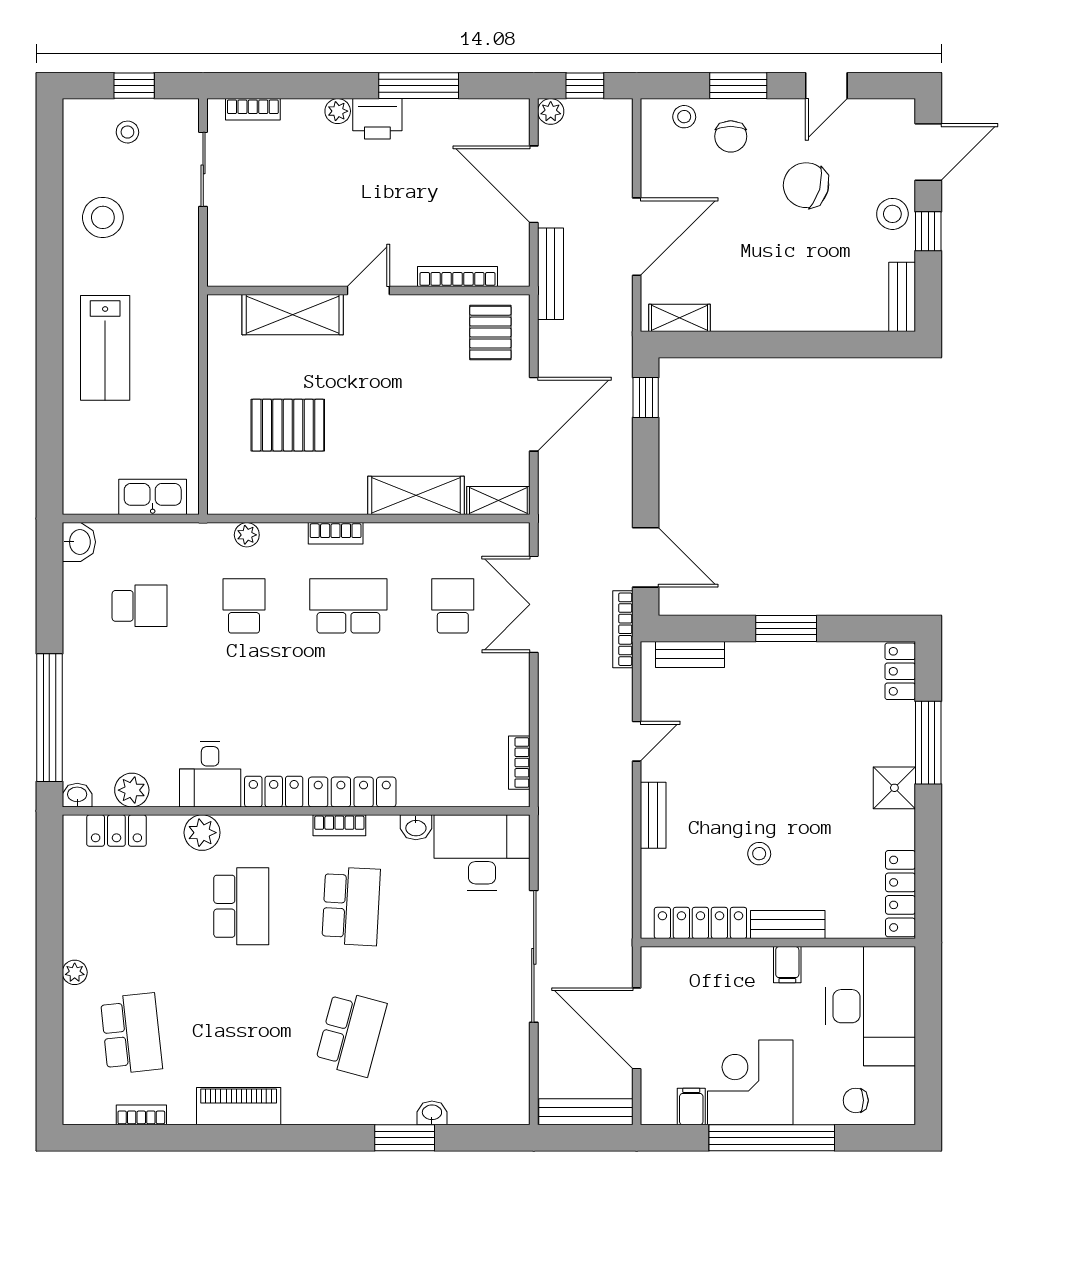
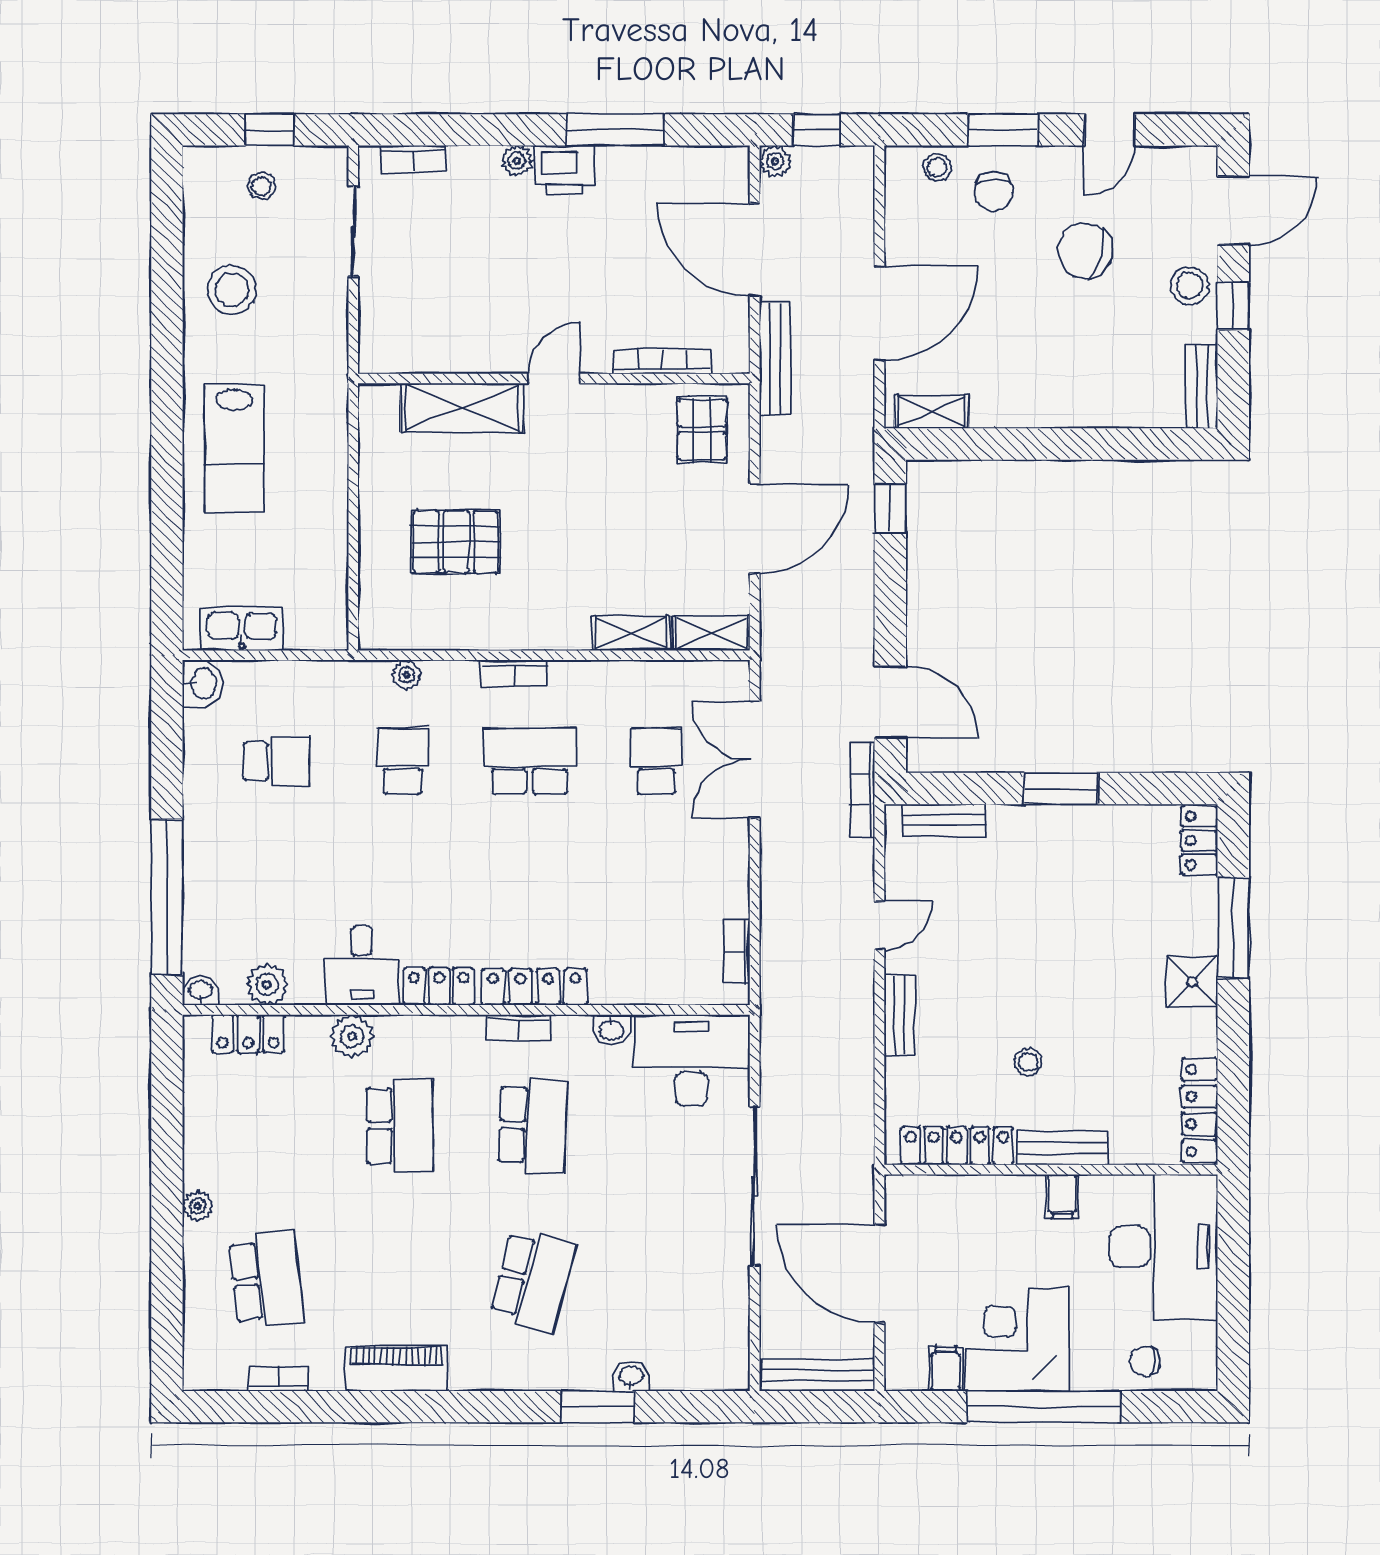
shelving: (416, 495) -> (631, 633), width x0.67, depth x0.75
kitchen sink: (153, 497) -> (242, 629), moved

